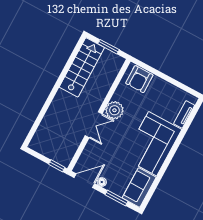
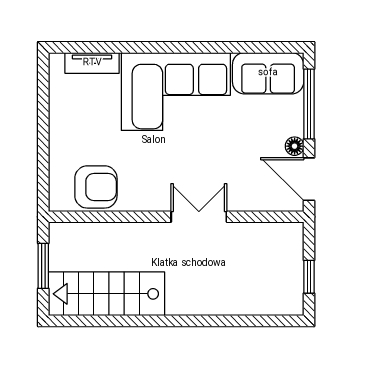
armchair: (139, 79) -> (96, 187), moved
plant: (114, 110) -> (152, 193), removed
window: (57, 166) -> (309, 277), moved
window: (117, 198) -> (309, 104), width x1.44

